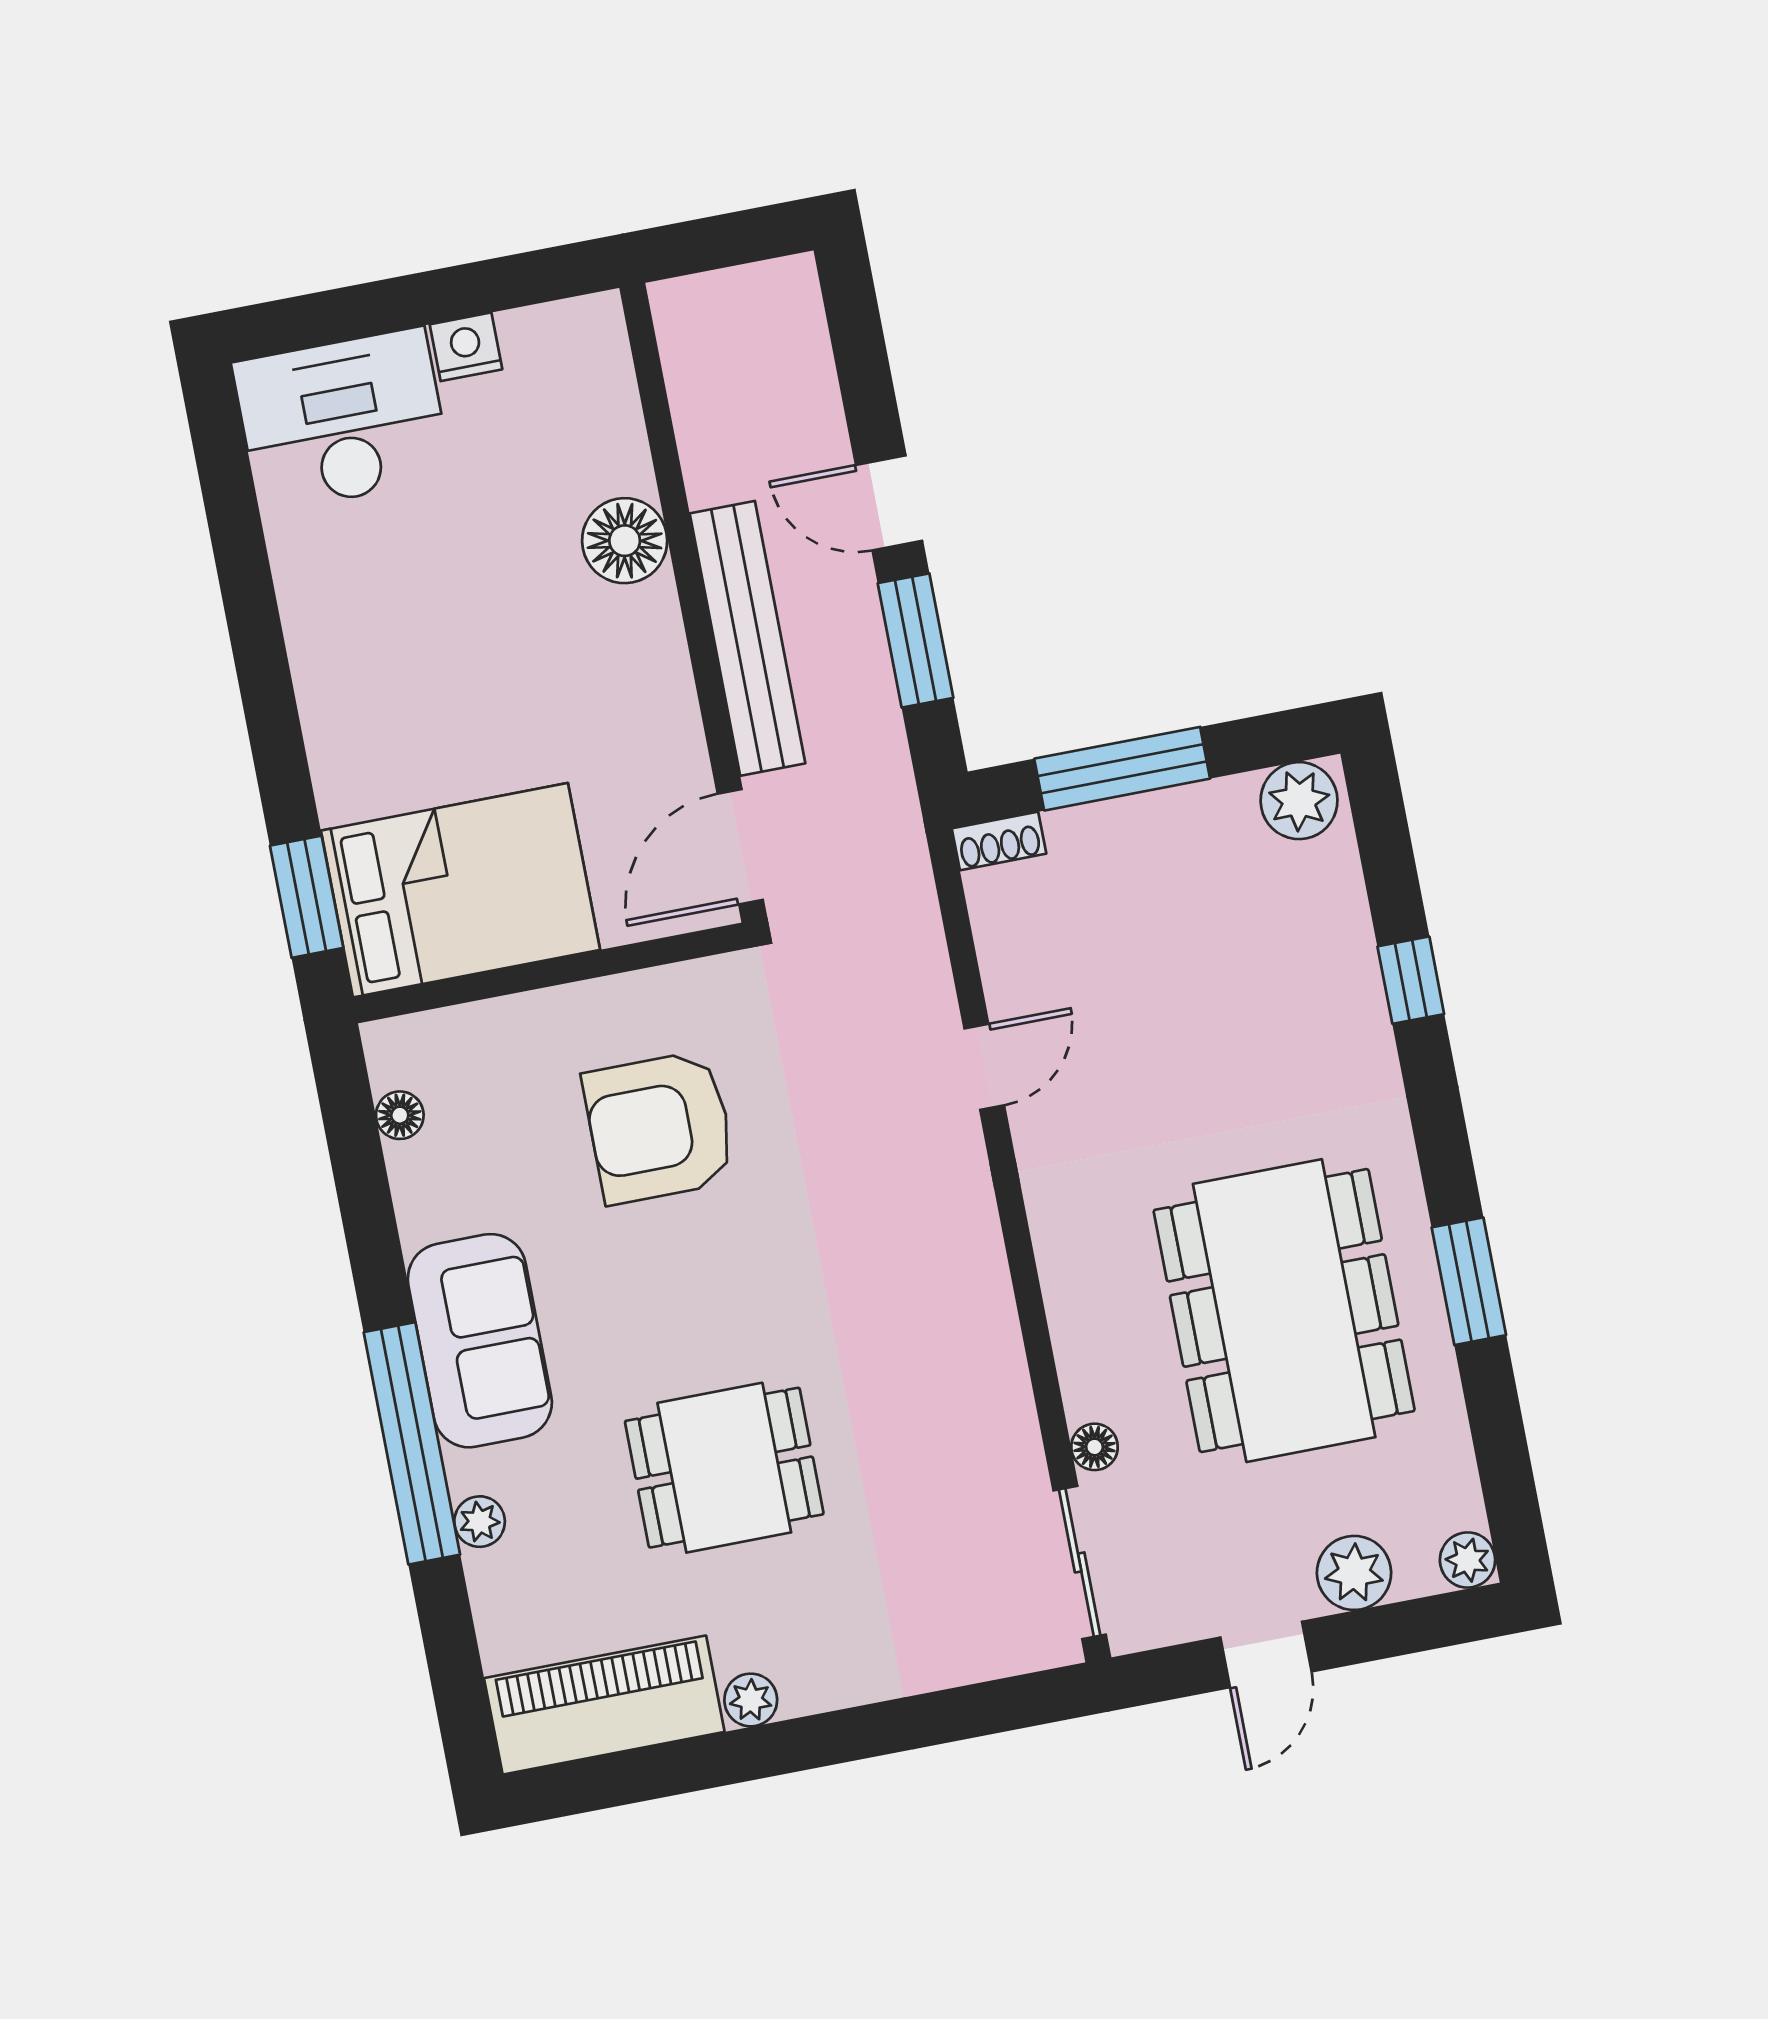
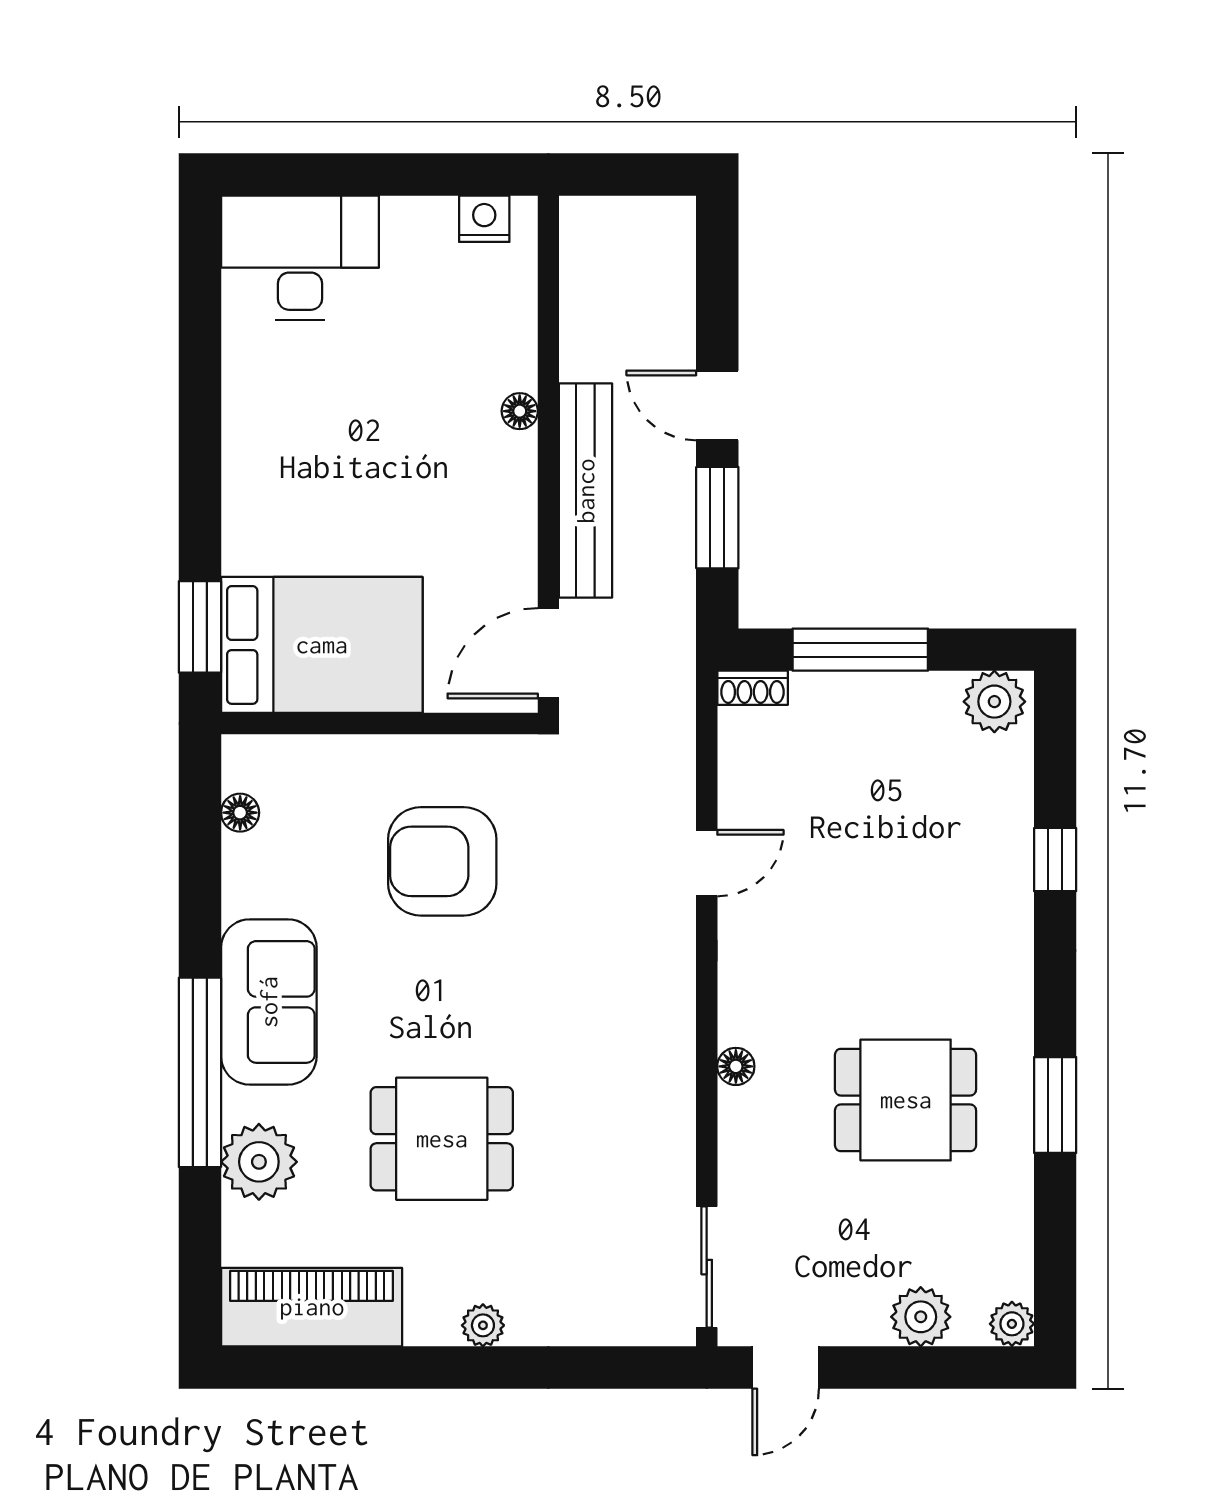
nightstand: (466, 347) -> (484, 219), moved
floor lamp: (625, 541) -> (520, 411), width x0.53, depth x0.53
dining table: (1284, 1311) -> (906, 1100), width x0.53, depth x0.80
floor lamp: (1095, 1447) -> (736, 1066), moved
plant: (480, 1522) -> (259, 1162), width x1.88, depth x1.88
door: (1266, 1654) -> (786, 1368), moved
plant: (751, 1700) -> (483, 1325), moved

